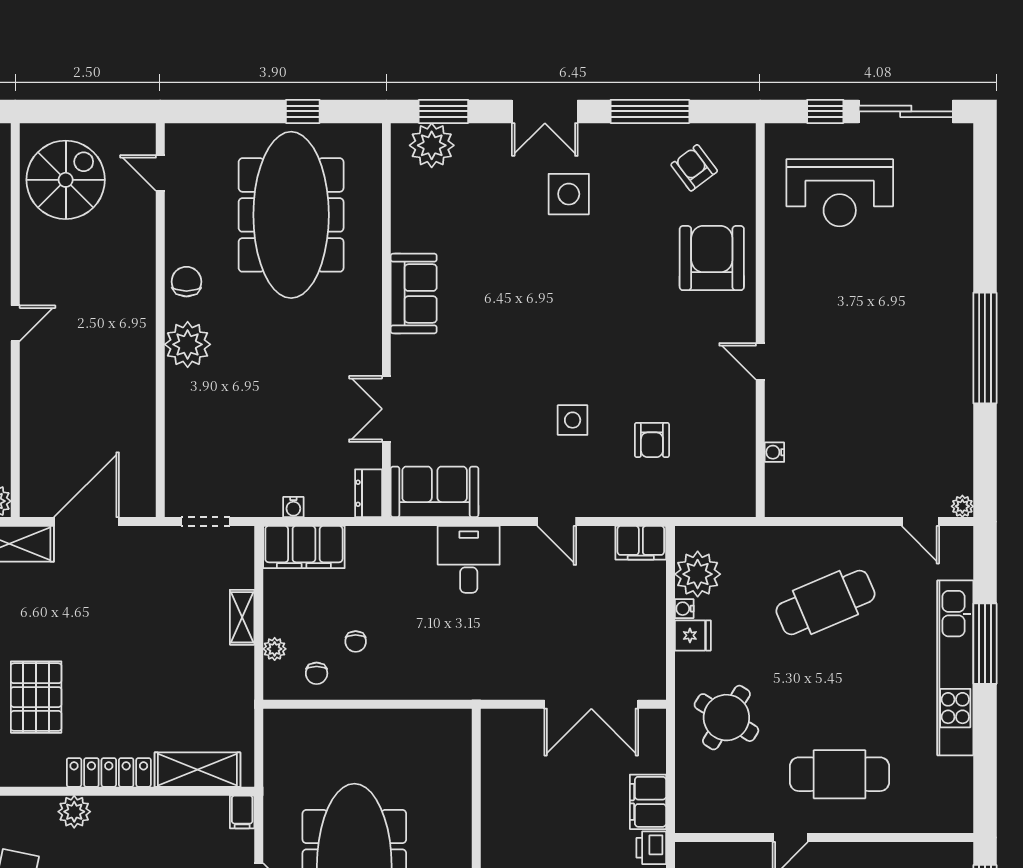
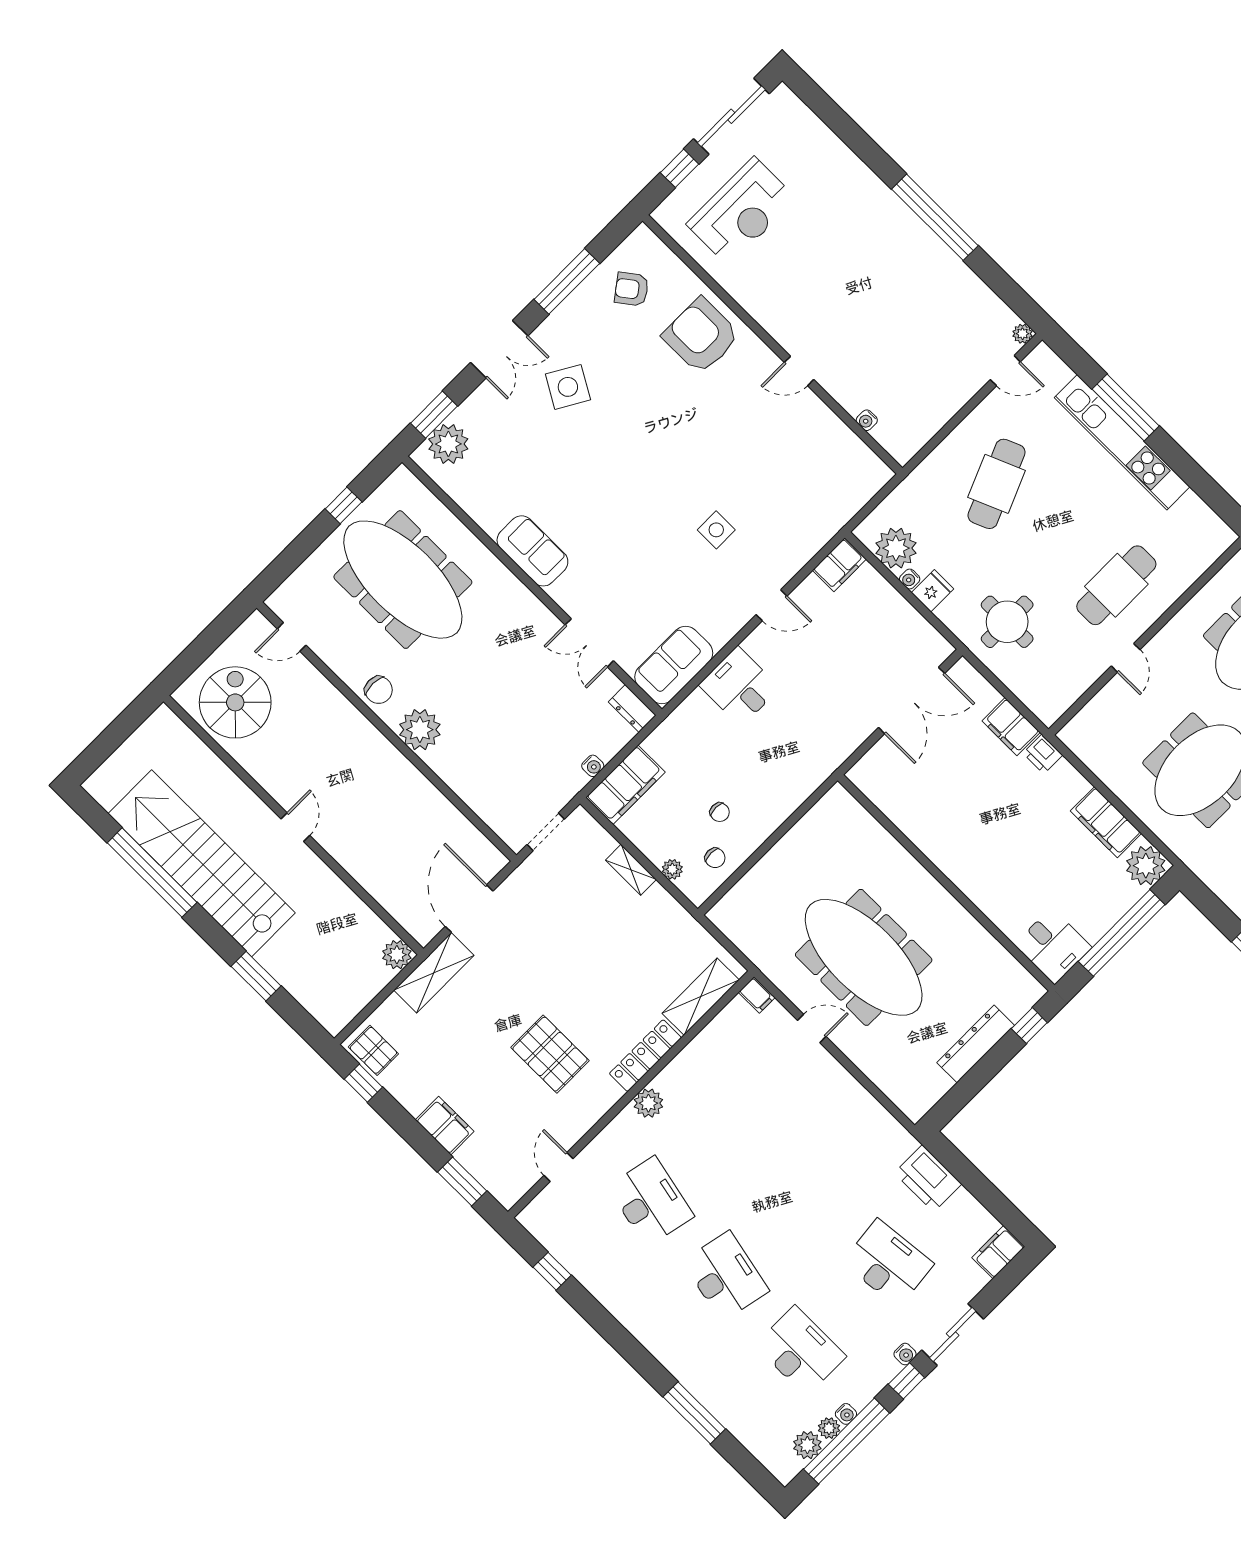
side table: (569, 194) -> (568, 387), turned 30
chair: (186, 282) -> (379, 690), turned 180
armchair: (652, 440) -> (780, 491), removed
round table: (726, 718) -> (1007, 622), turned -32

